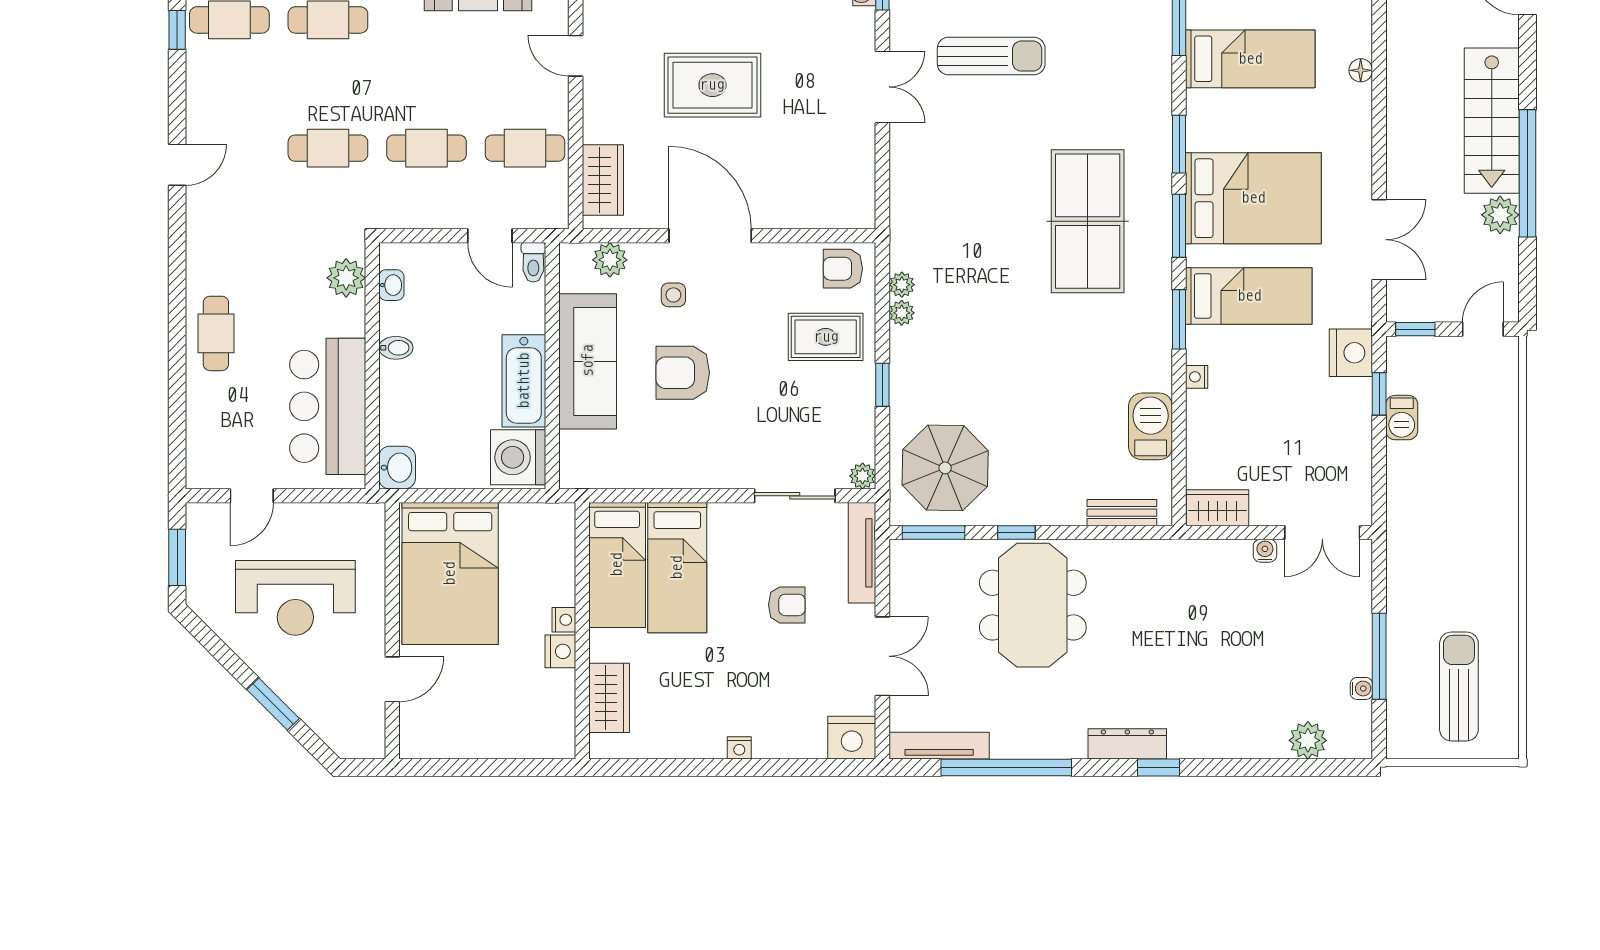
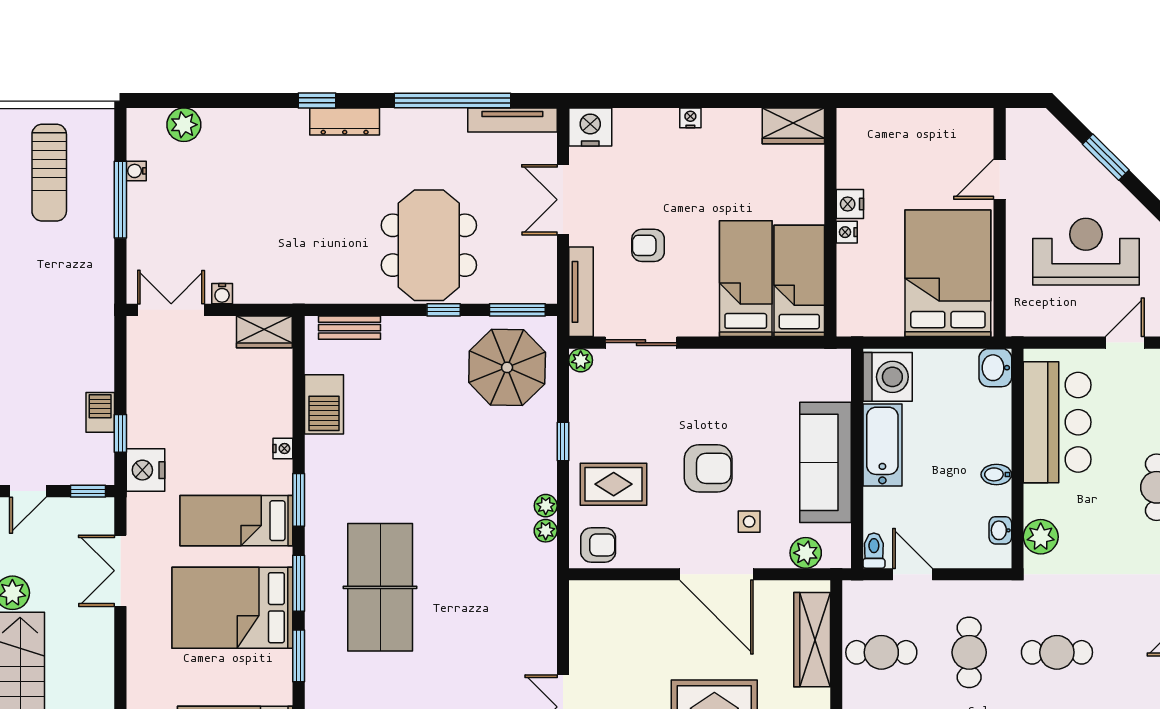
cafe table: (426, 148) -> (969, 652), turned 90
wardrobe: (603, 180) -> (812, 640), width x1.50
armchair: (683, 373) -> (708, 468), moved
wardrobe: (609, 698) -> (793, 126), moved, turned -90

